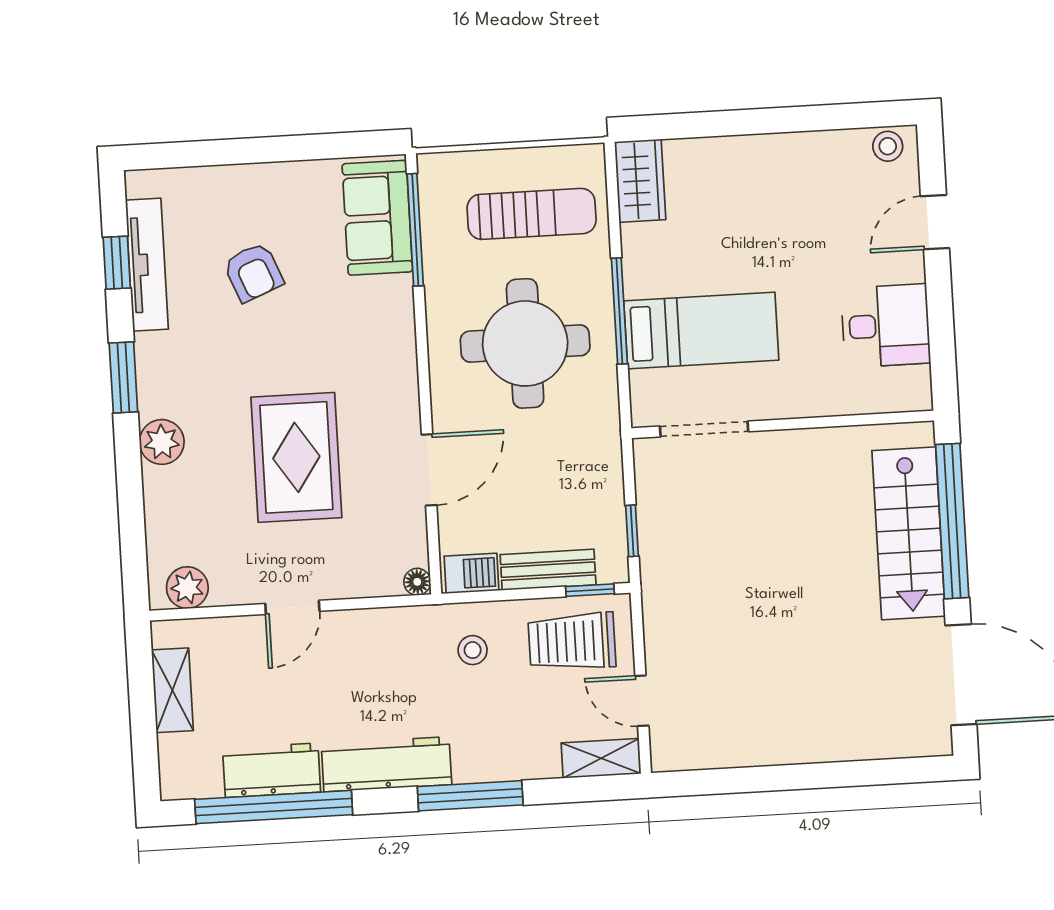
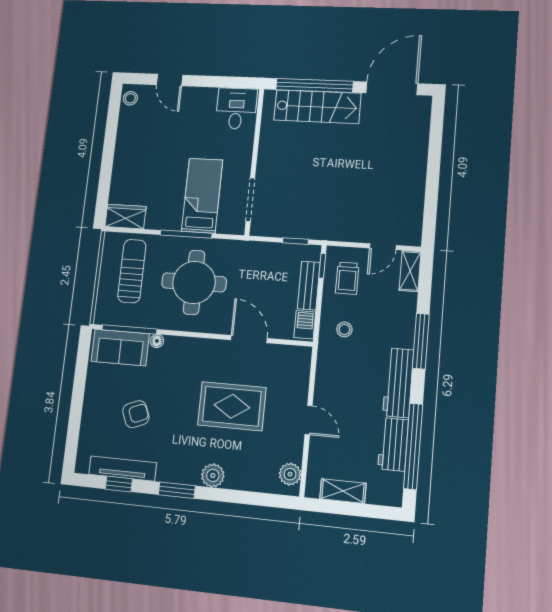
desk: (886, 326) -> (236, 109), moved
floor lamp: (417, 582) -> (157, 341), moved
trolley: (572, 641) -> (347, 278), width x0.73, depth x0.72

